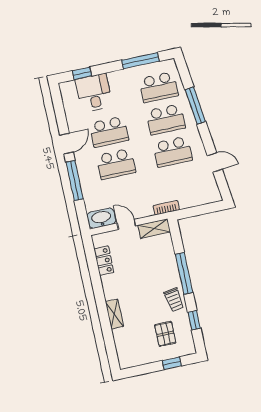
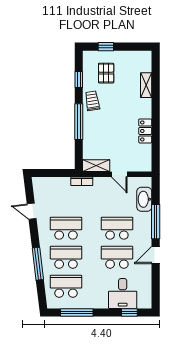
washbasin: (101, 218) -> (144, 199), moved, turned 90
locker: (104, 261) -> (145, 131), moved
shelving: (114, 314) -> (146, 85), moved

